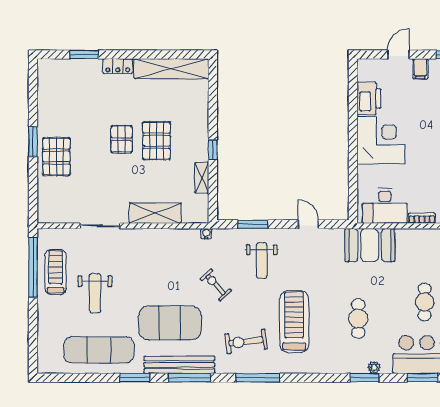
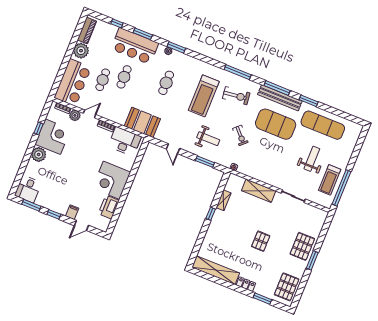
pallet: (157, 141) -> (287, 287), moved
weight bench: (262, 260) -> (208, 139), turned 90

